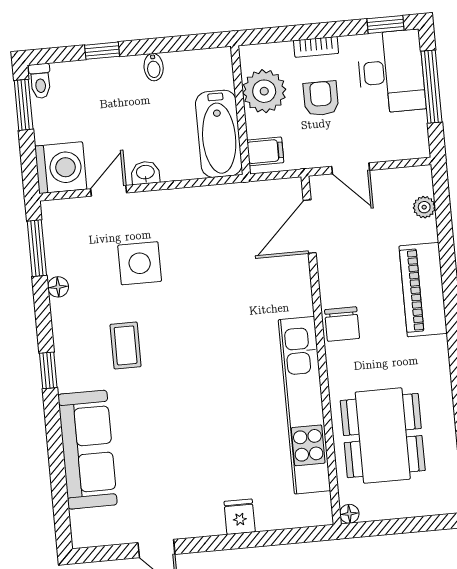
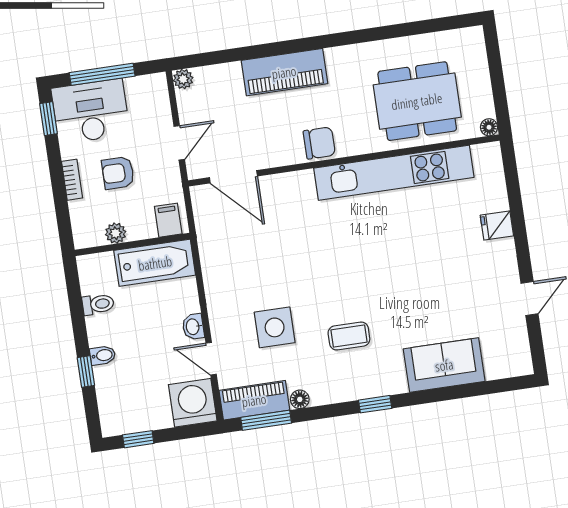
bidet: (154, 67) -> (103, 355), moved
toilet: (40, 81) -> (98, 304), moved
plant: (264, 91) -> (116, 233), width x0.53, depth x0.53
window: (24, 105) -> (138, 439), width x0.67
plant: (424, 207) -> (183, 79), moved
piano: (60, 236) -> (254, 400), added
sofa: (87, 450) -> (444, 365), width x0.73

